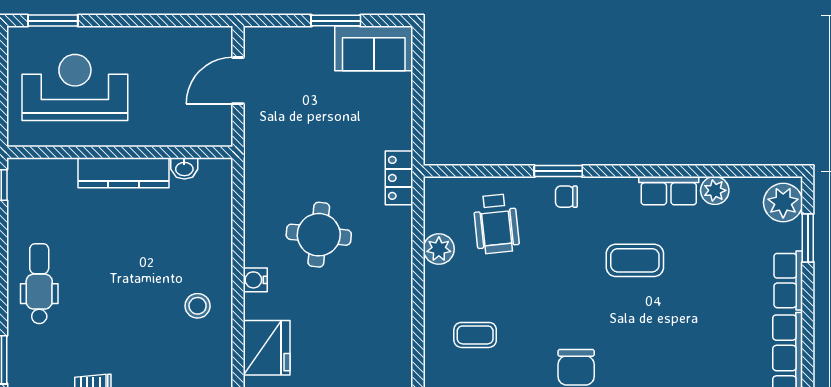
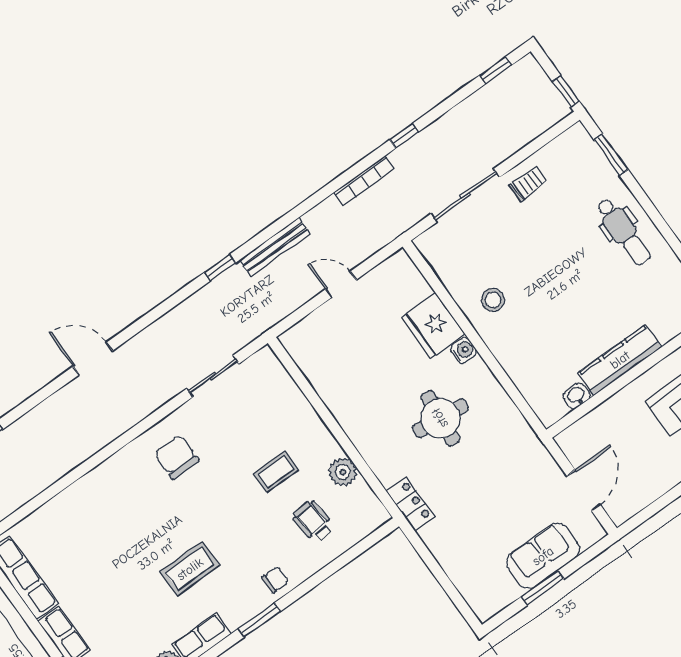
sofa: (374, 48) -> (543, 556), moved
window: (558, 171) -> (259, 620), moved
wheelchair: (496, 224) -> (313, 522), width x0.73, depth x0.73
coffee table: (475, 335) -> (276, 472), moved
fridge: (267, 348) -> (433, 325), moved

